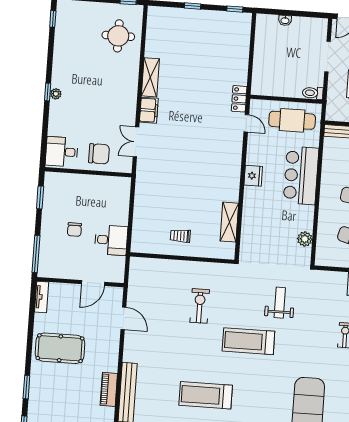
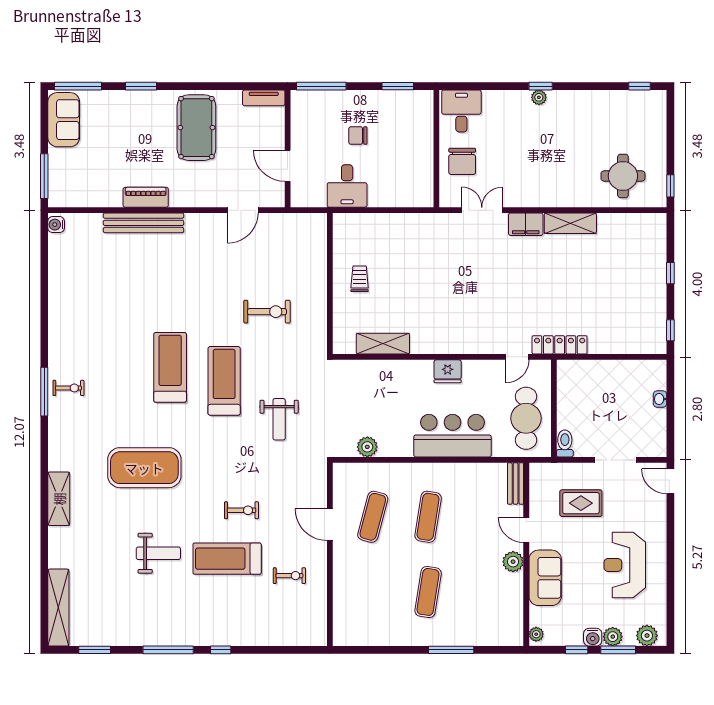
locker: (239, 99) -> (560, 345), width x1.53
weight bench: (280, 303) -> (279, 419), turned 90
treadmill: (206, 395) -> (170, 367), moved

